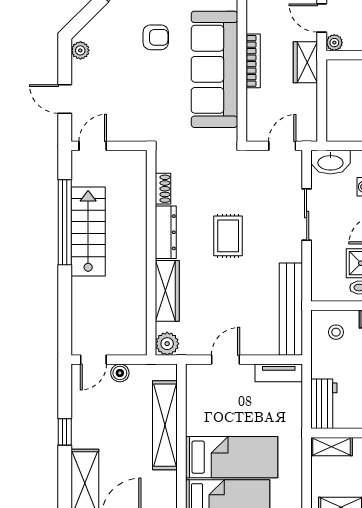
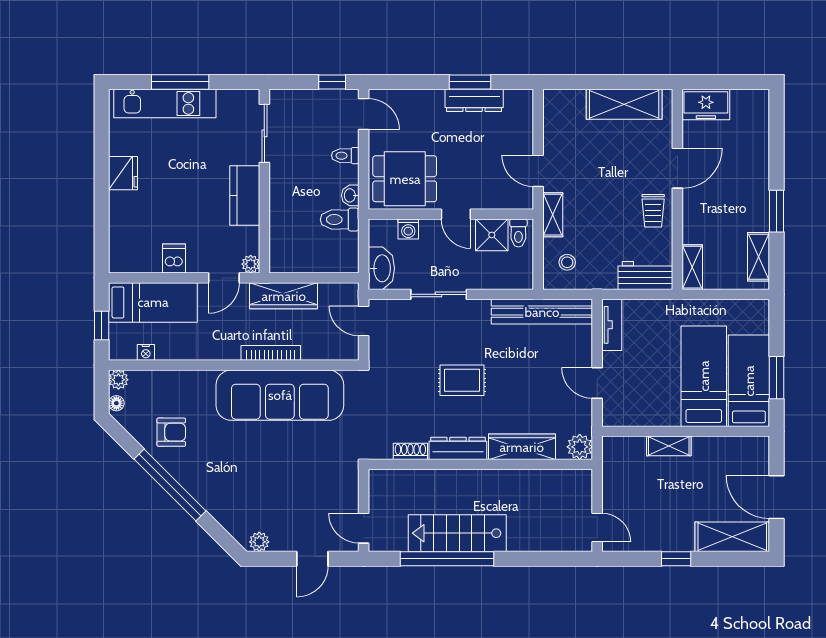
armchair: (156, 37) -> (245, 459), removed
wardrobe: (305, 62) -> (284, 296), width x1.50
boiler: (120, 373) -> (612, 498), removed
shelving: (165, 425) -> (669, 446), width x0.45, depth x0.75

